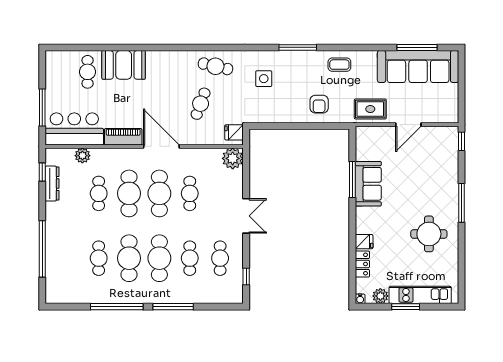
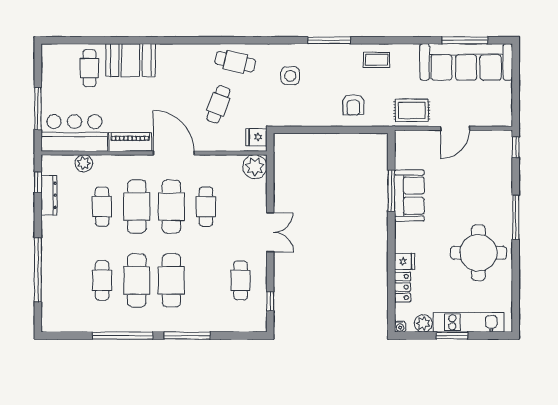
round table: (429, 234) -> (478, 253), width x1.36, depth x1.36
cafe table: (190, 258) -> (206, 280), removed

